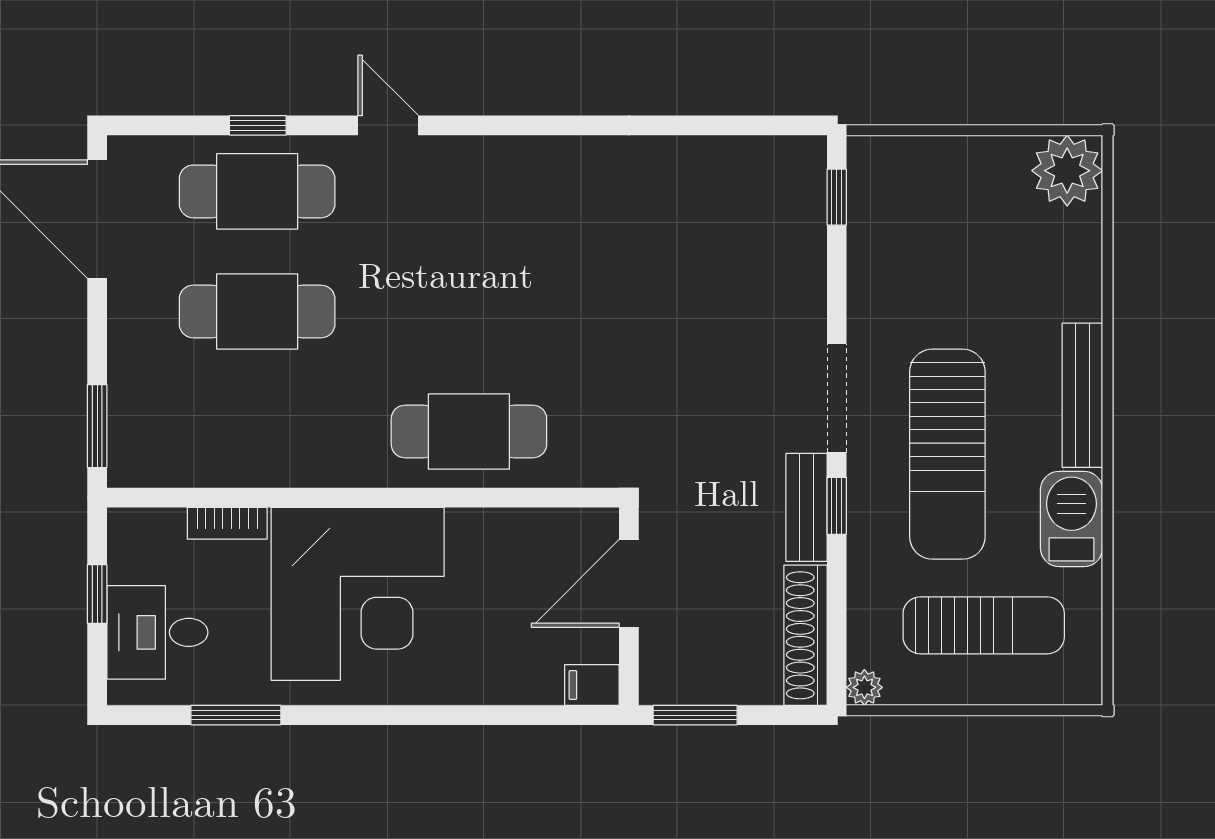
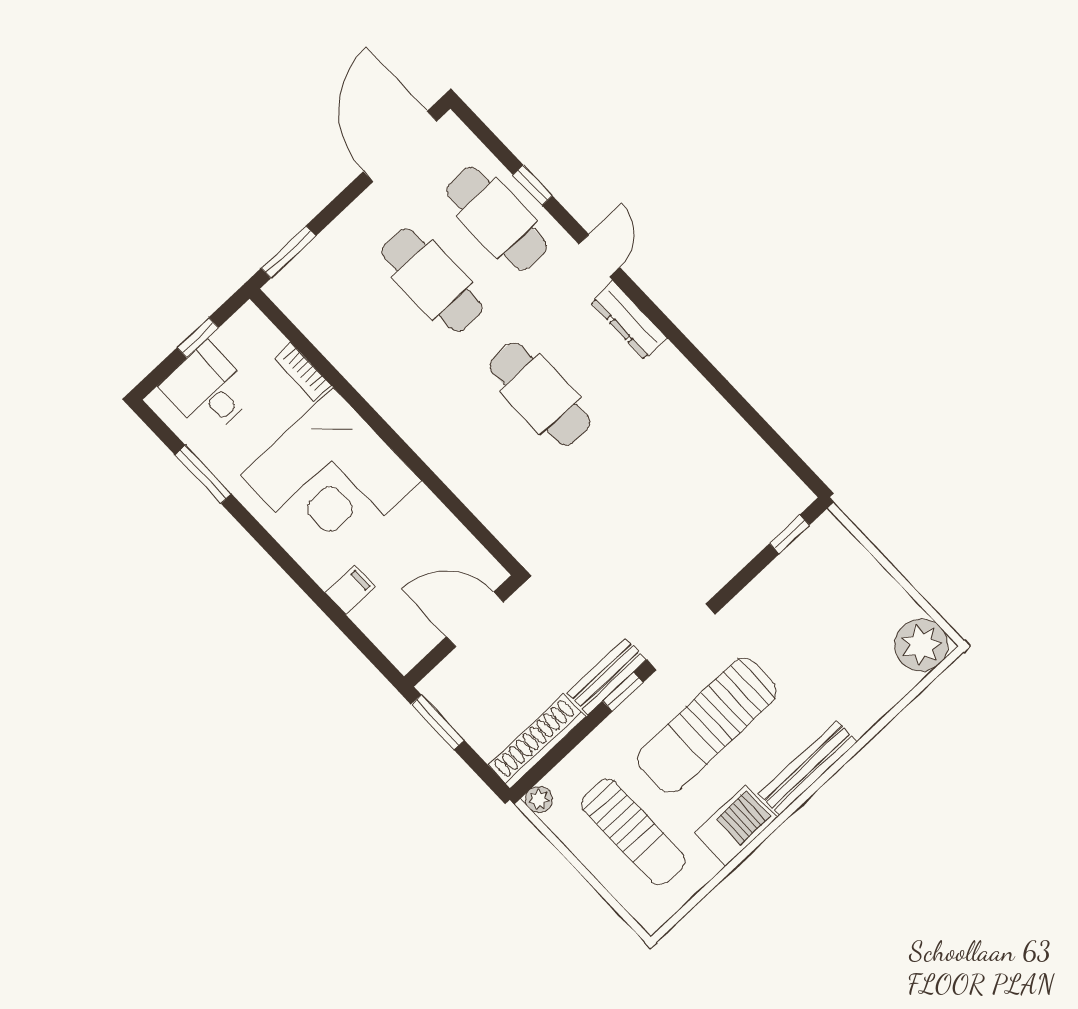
dresser: (479, 156) -> (629, 320), added
cafe table: (469, 432) -> (540, 394), moved
filing cabinet: (592, 685) -> (350, 590), moved, turned 90

